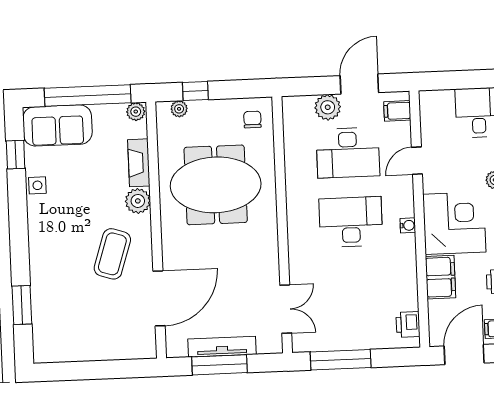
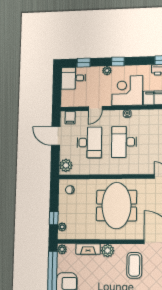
plant: (328, 107) -> (66, 165), moved
door: (417, 161) -> (95, 108), hinge flipped
meeting table: (216, 185) -> (116, 206), moved
coffee table: (112, 254) -> (134, 265), turned 72

